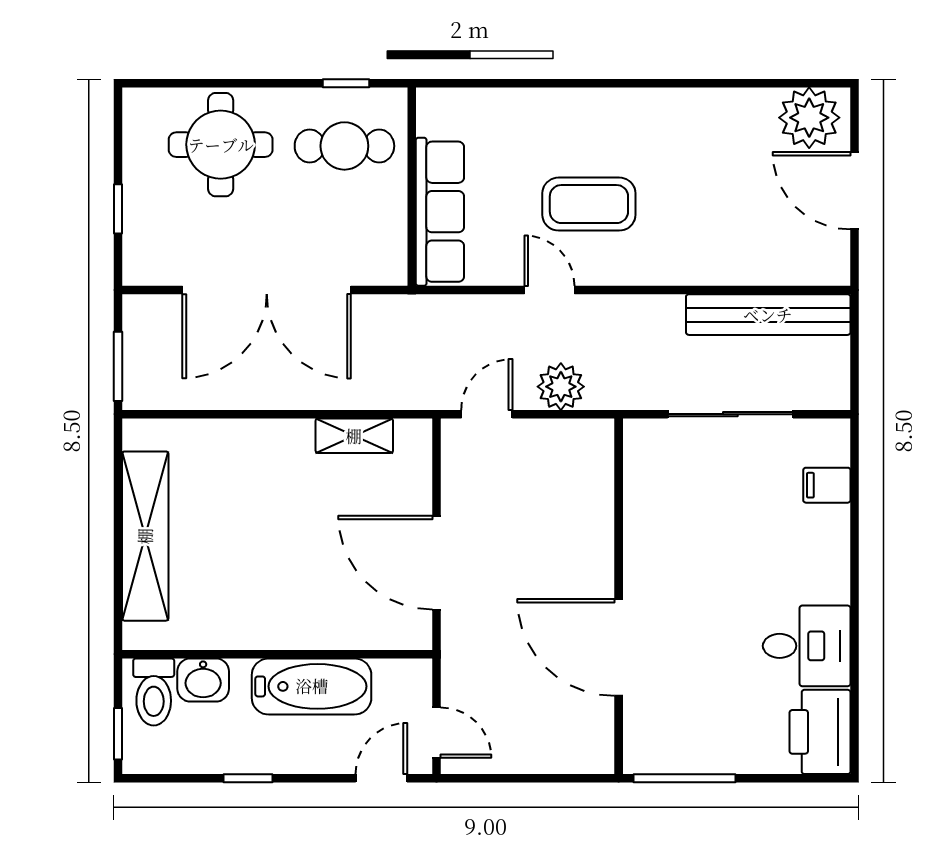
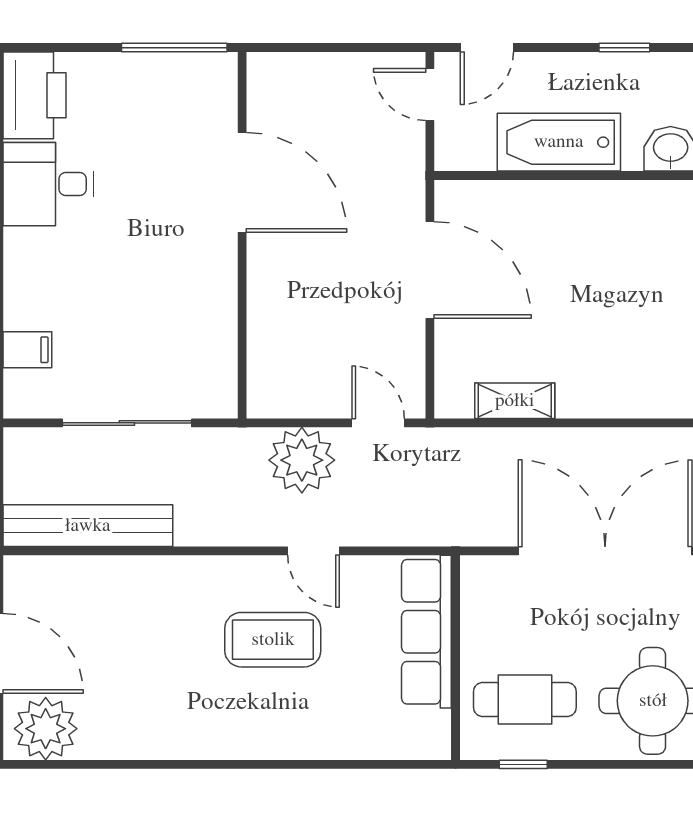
plant: (561, 387) -> (302, 460), width x1.36, depth x1.36
door: (487, 414) -> (378, 423), swing flipped

